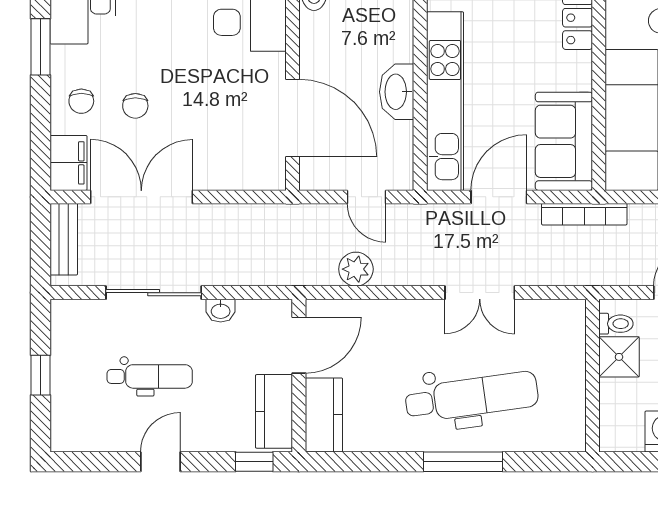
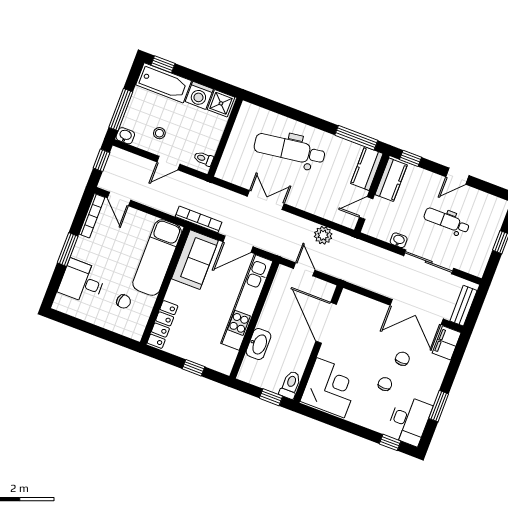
washbasin: (397, 92) -> (259, 344), moved
chair: (81, 101) -> (385, 384), moved
door: (299, 345) -> (366, 208), width x0.73
shower: (619, 357) -> (221, 103), moved
window: (463, 462) -> (356, 138), moved

